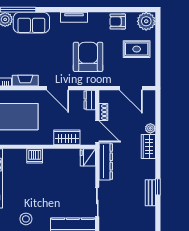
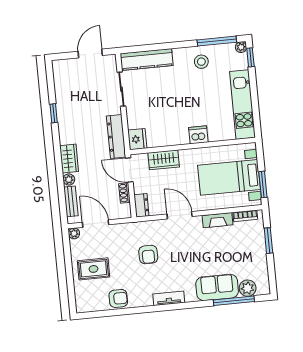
plant: (146, 21) -> (74, 233), moved, width x0.53, depth x0.53
armchair: (88, 57) -> (148, 255), width x0.53, depth x0.53
bench: (150, 193) -> (71, 201), moved

